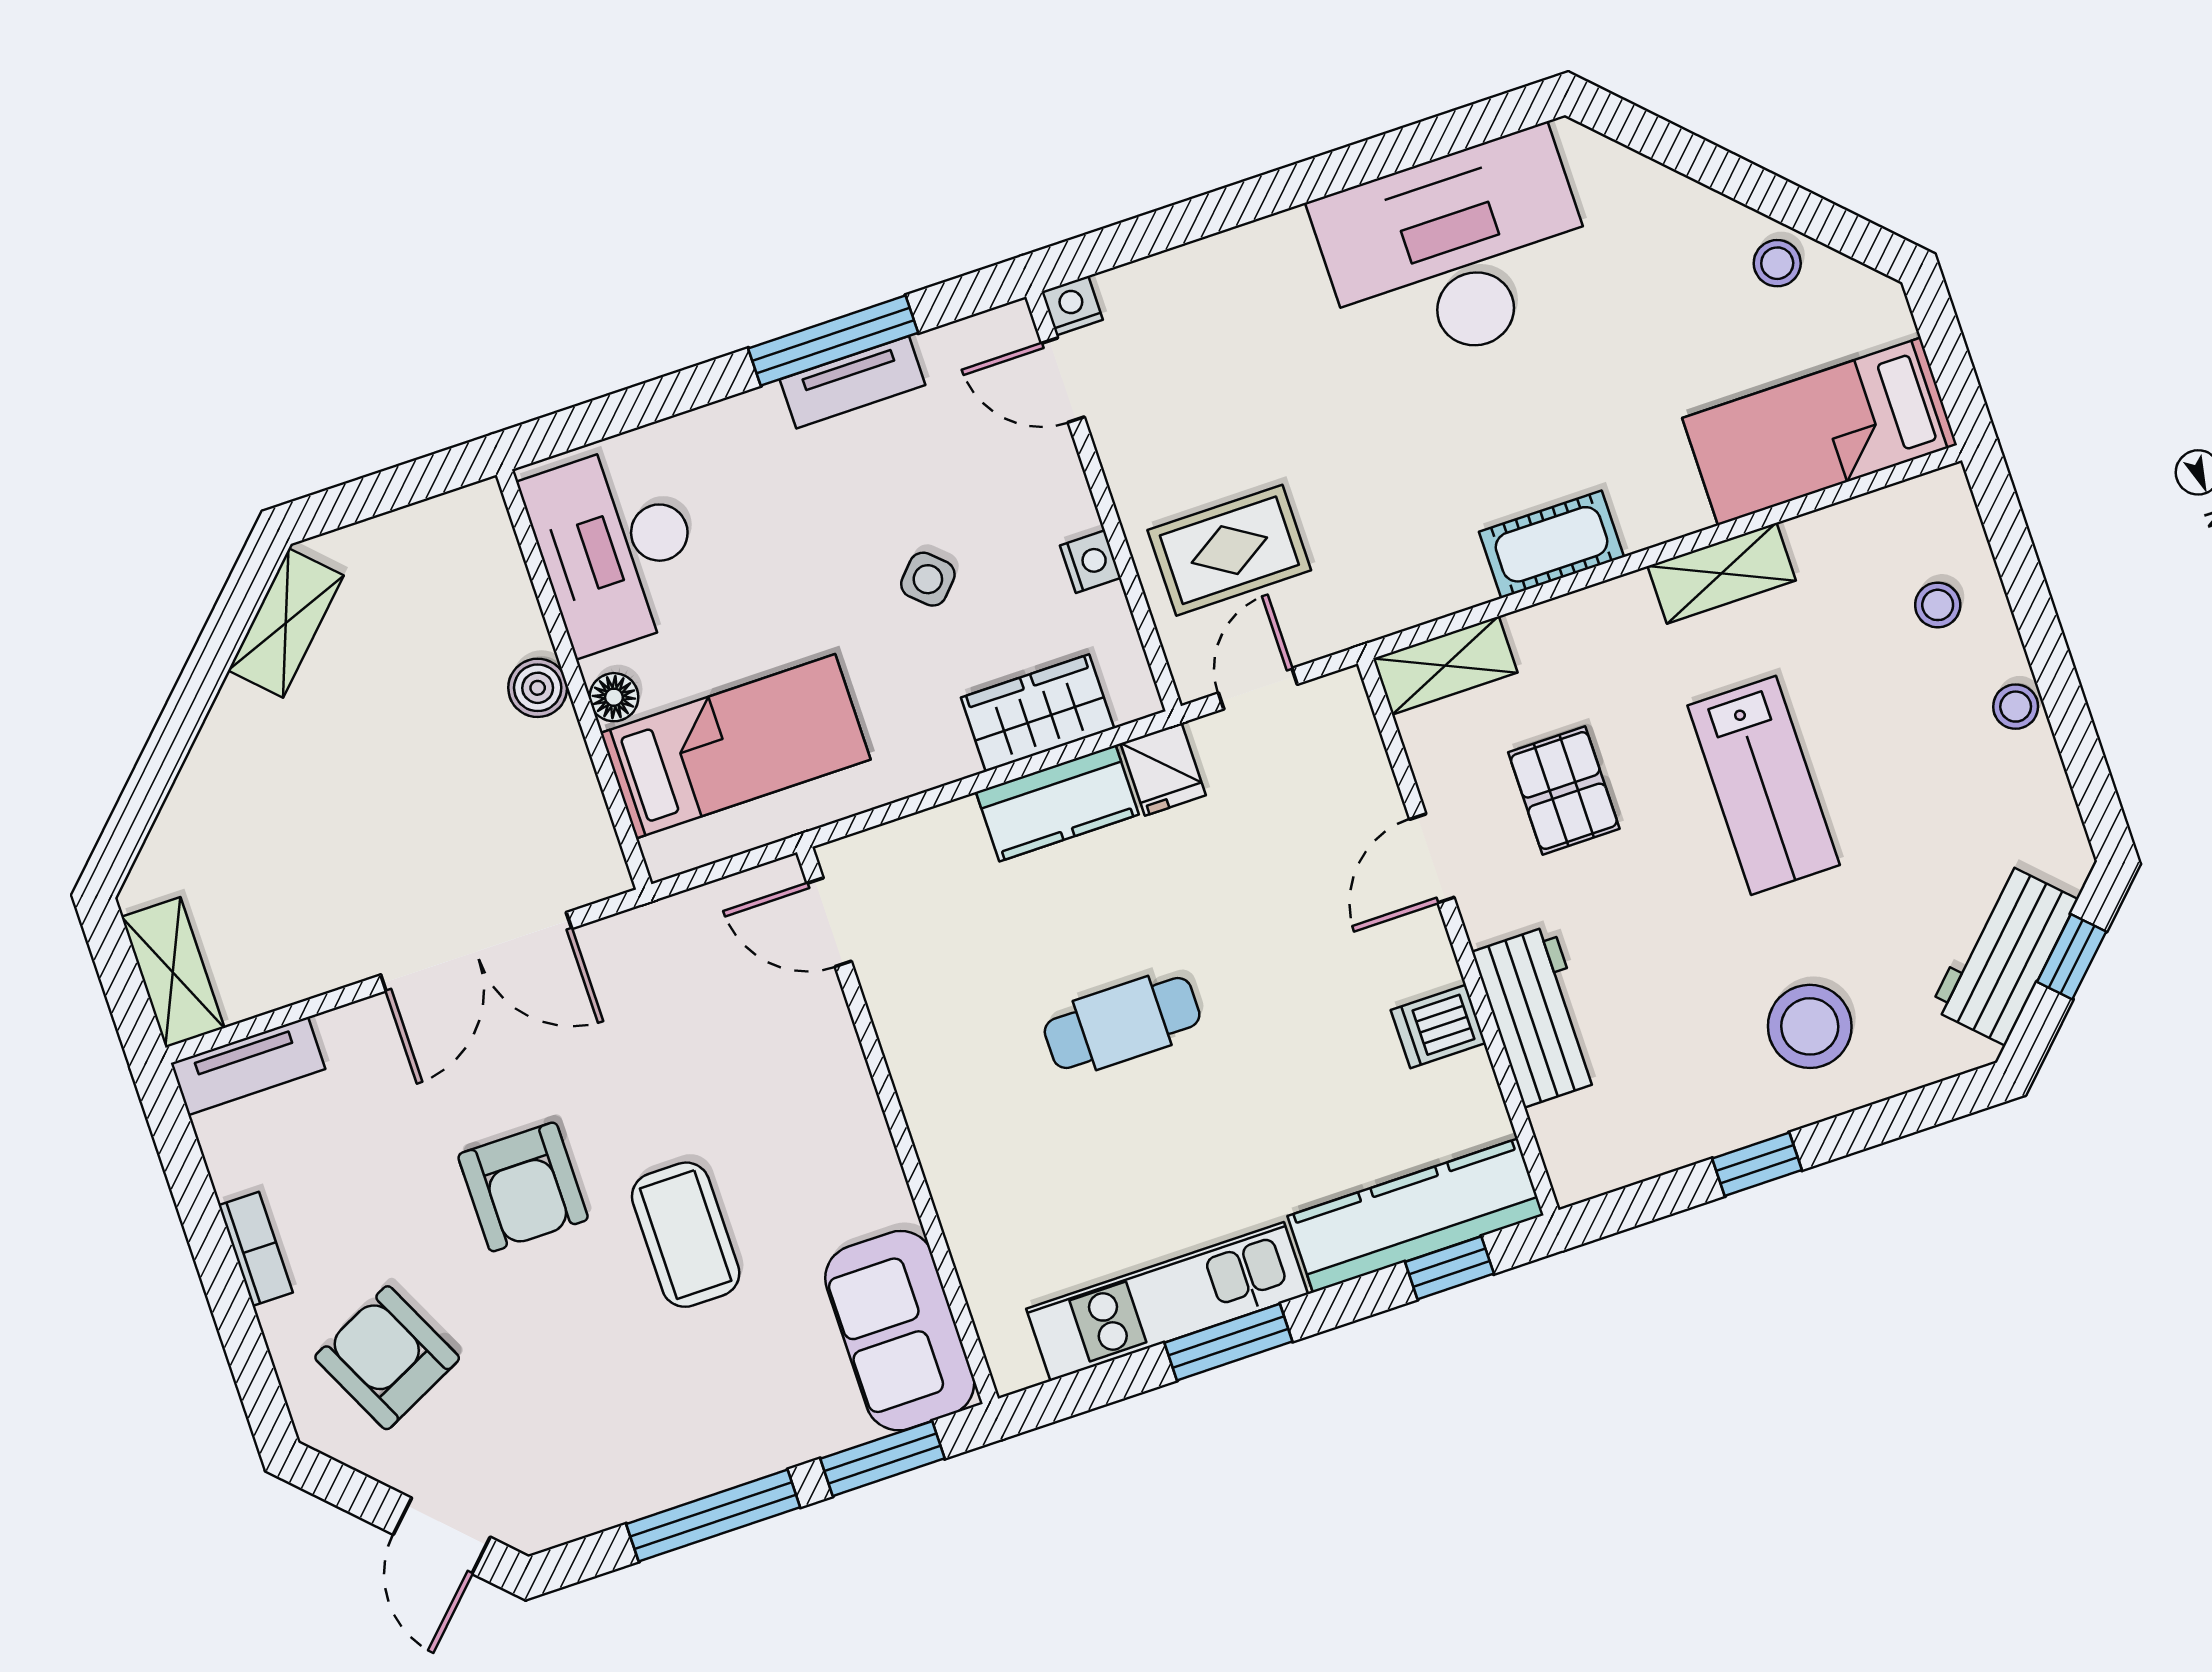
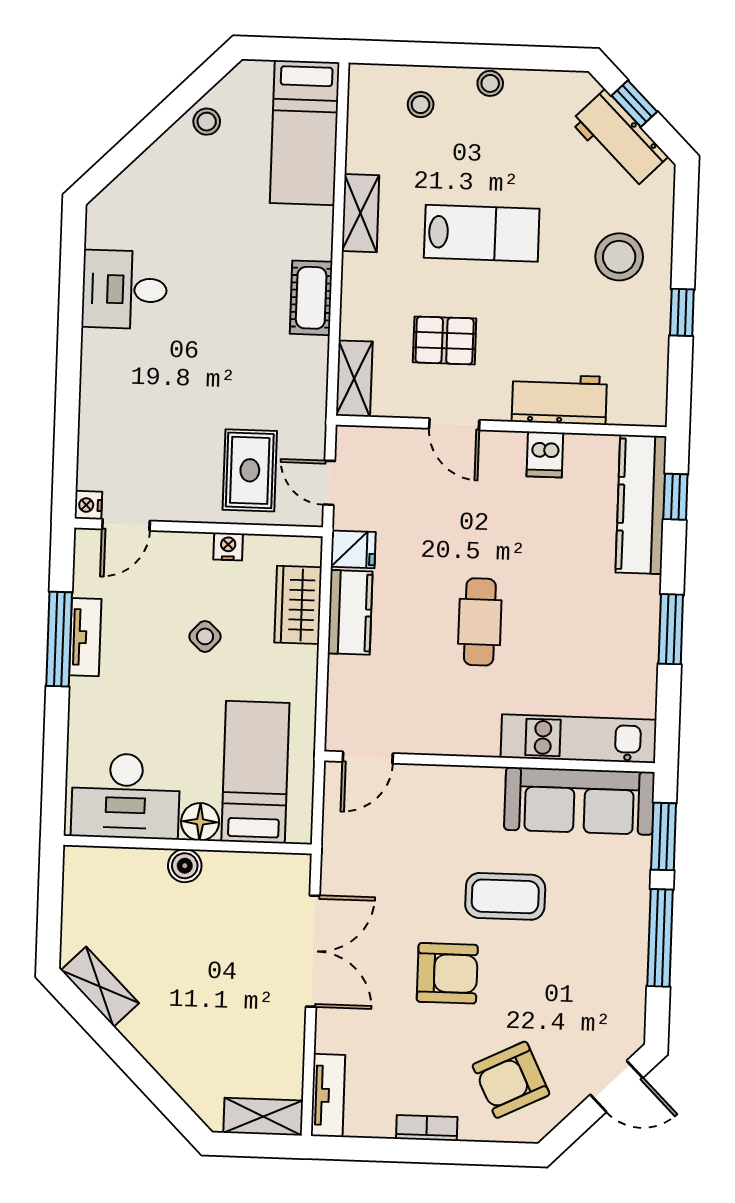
desk: (1457, 253) -> (124, 290), width x0.53, depth x0.77
floor lamp: (614, 697) -> (200, 822), width x1.37, depth x1.37
kitchen unit: (1167, 1302) -> (579, 739), moved, turned 90
sofa: (900, 1331) -> (579, 801), width x1.36

